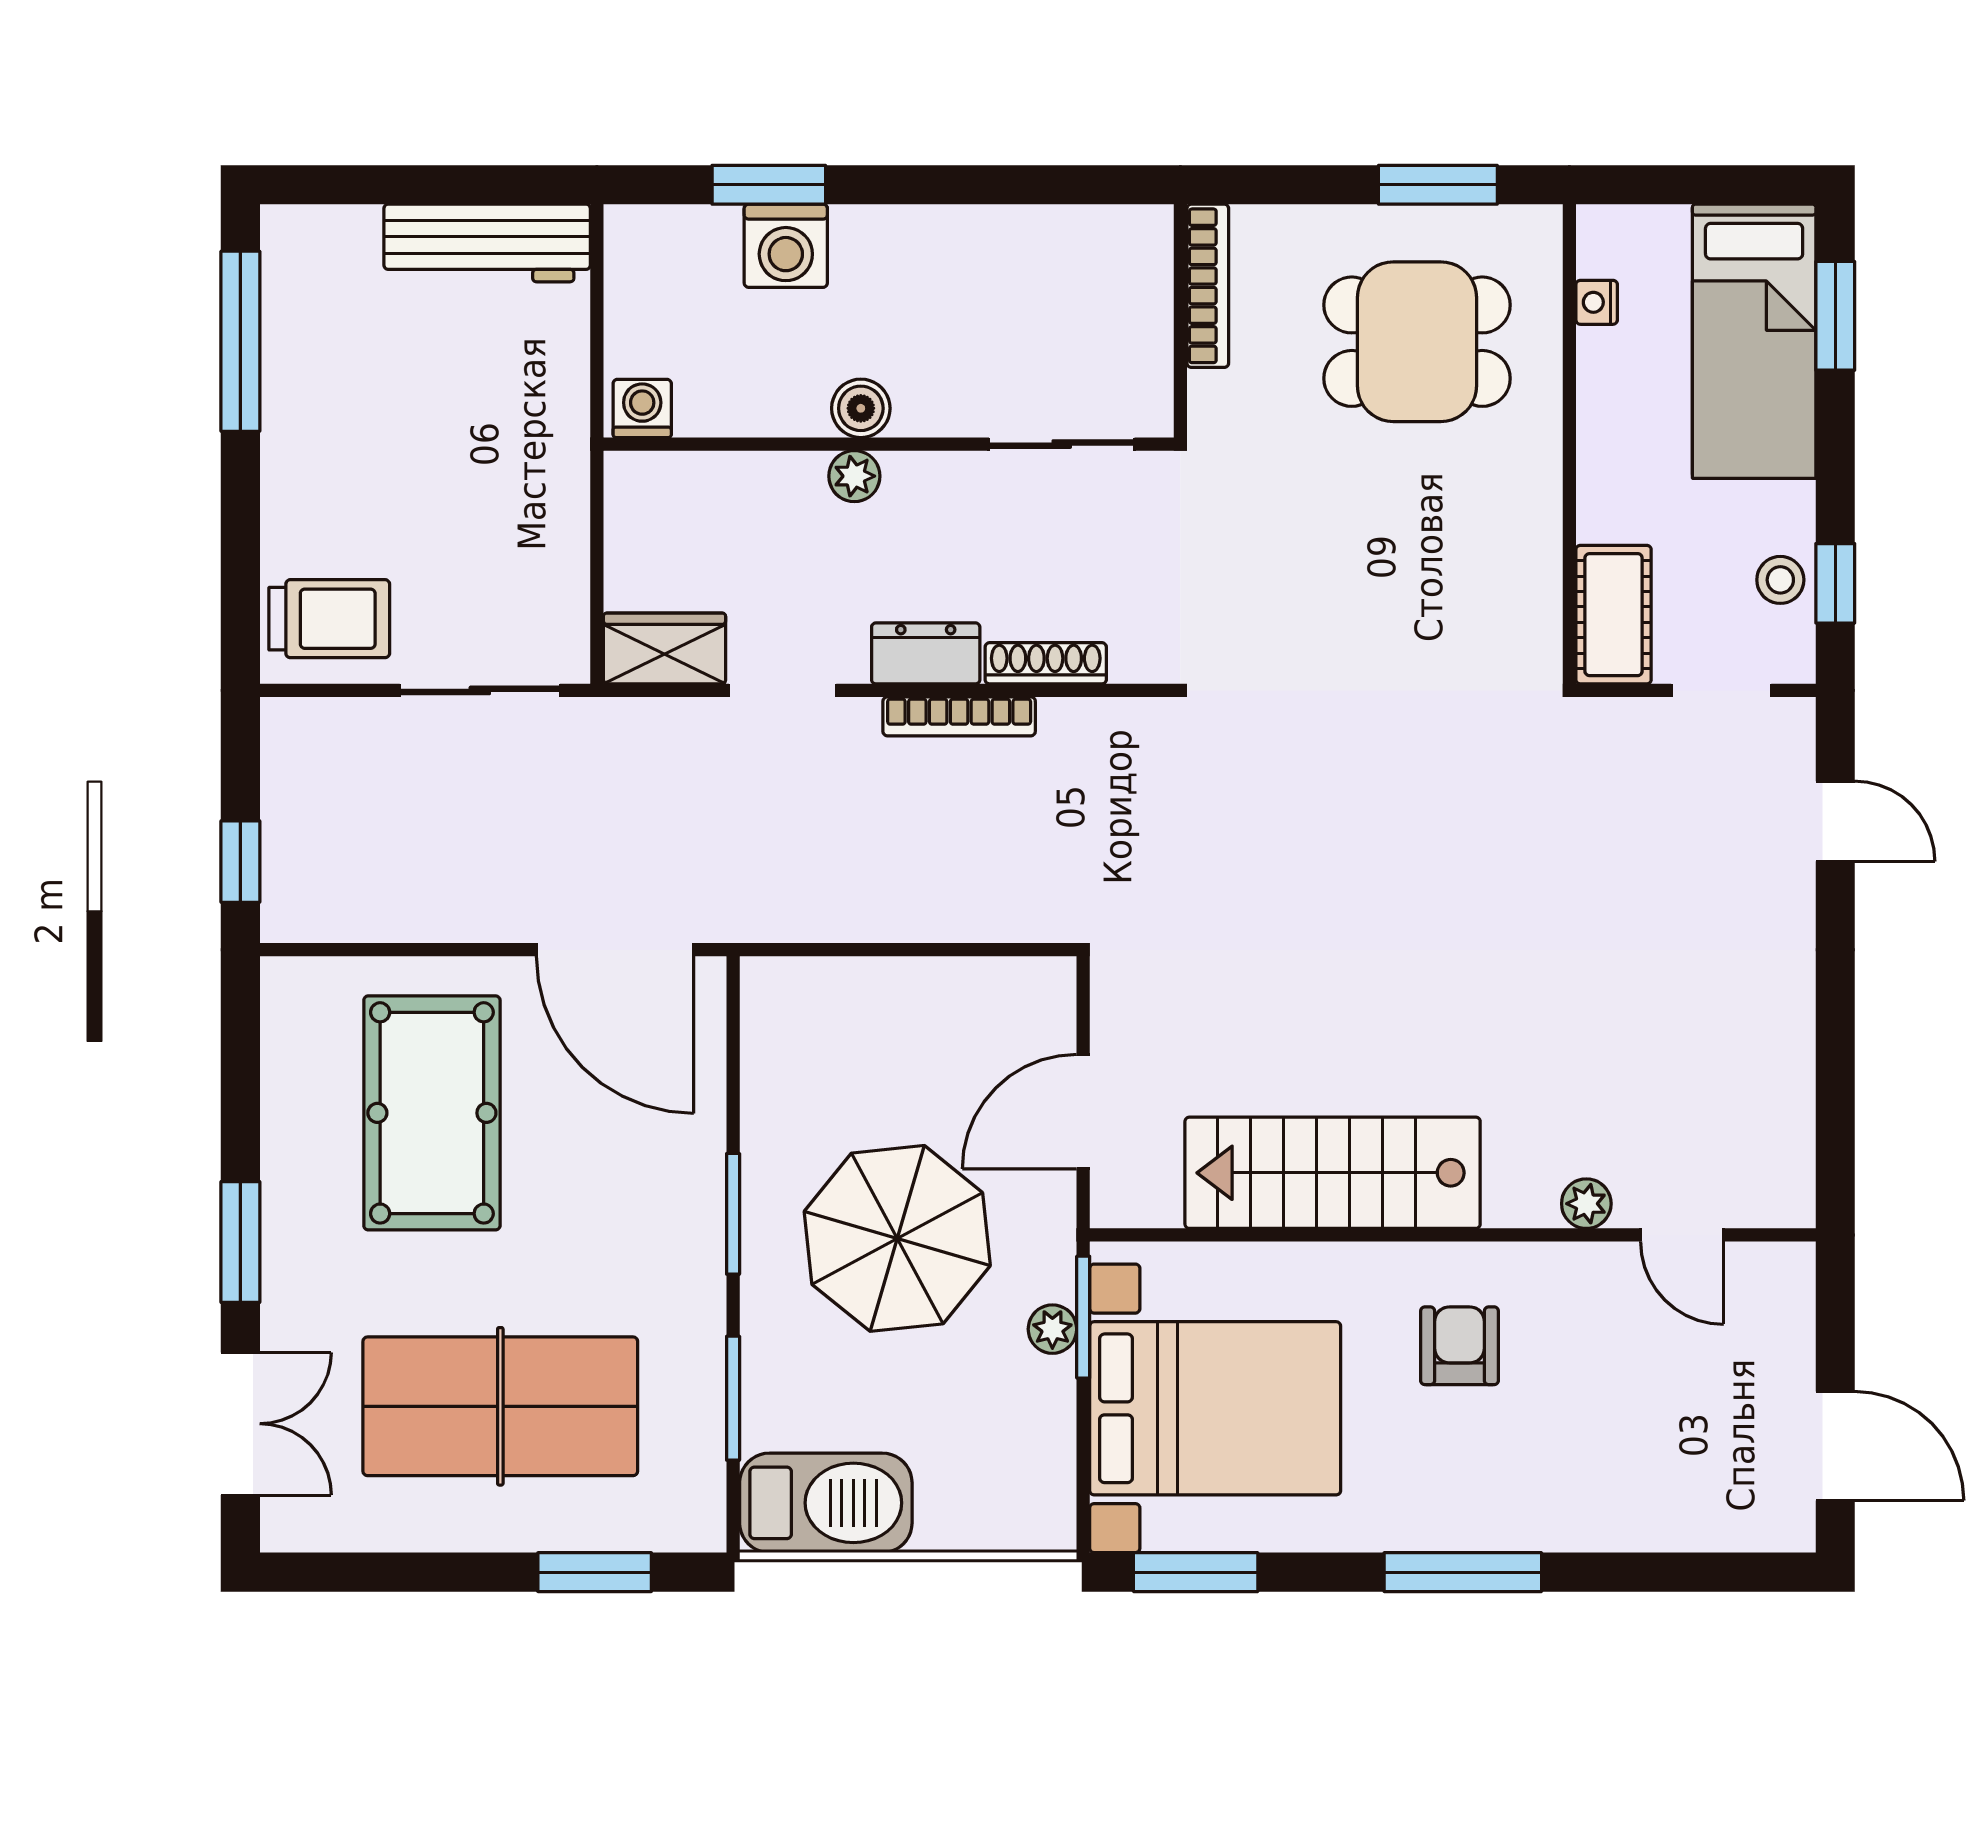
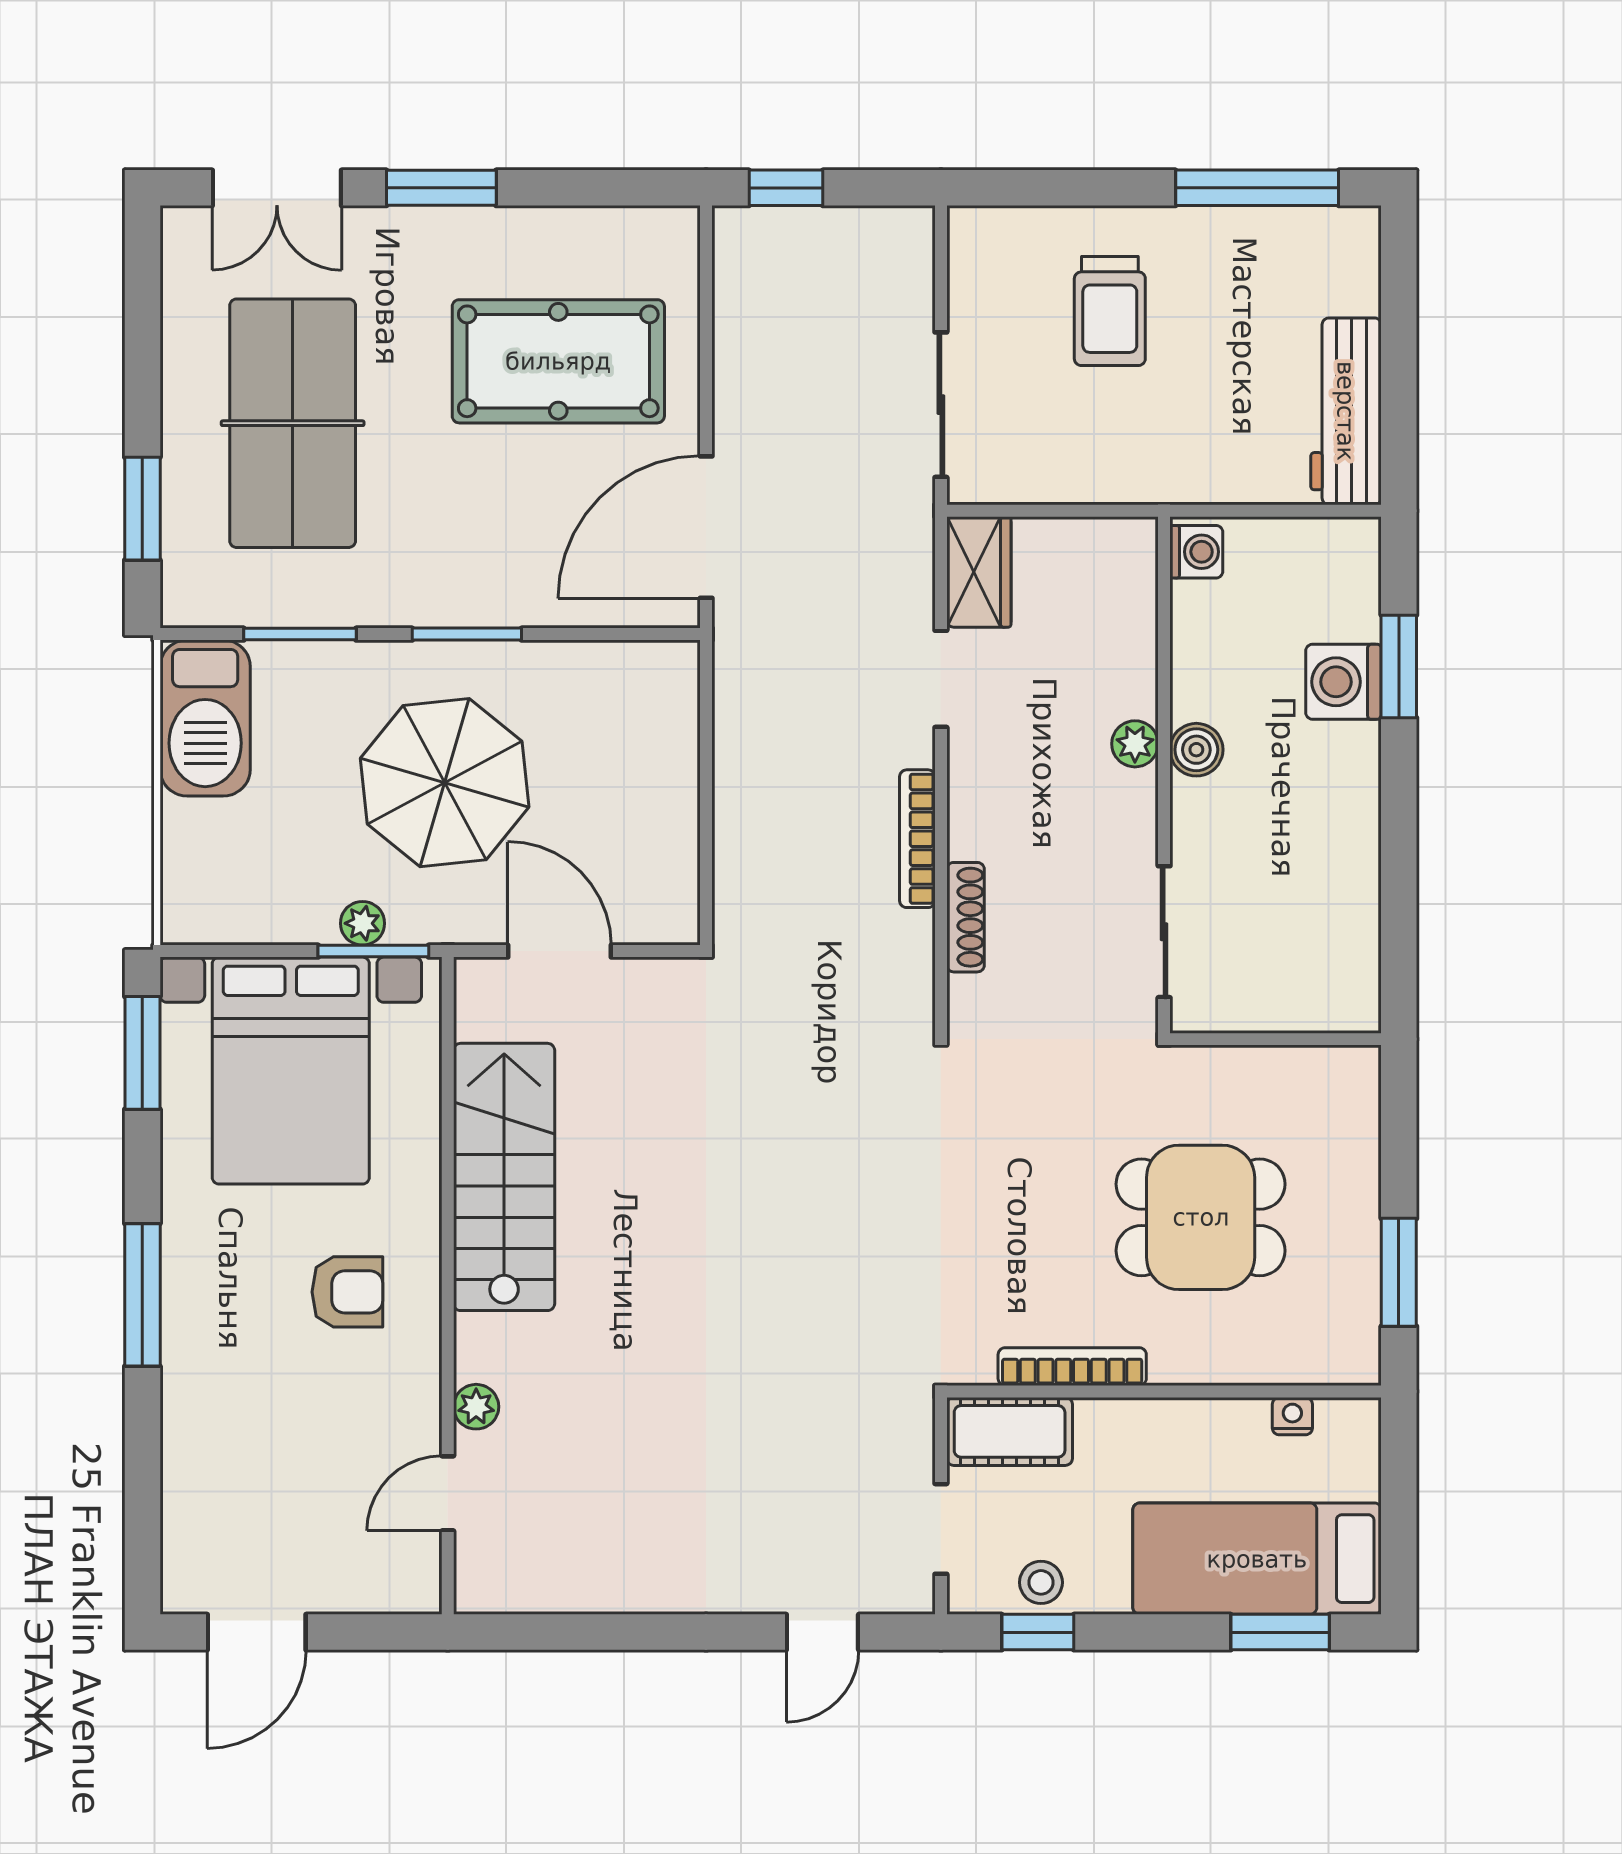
bookcase: (1208, 286) -> (1072, 1367), moved, turned 180
dining table: (1417, 342) -> (1201, 1217), moved, turned 90
trolley: (329, 619) -> (1110, 311), moved
dresser: (926, 653) -> (974, 808), removed

